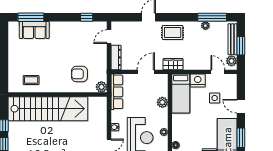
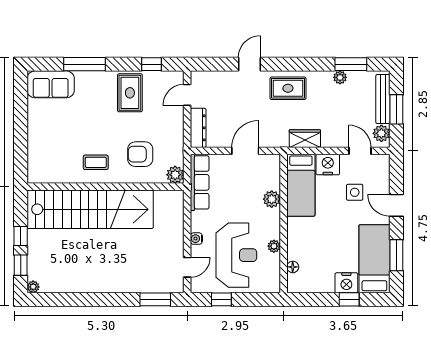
window: (31, 17) -> (84, 64), moved
window: (212, 17) -> (351, 64), width x0.69
sofa: (34, 30) -> (51, 84), moved
rug: (73, 35) -> (130, 93), added
wardrobe: (173, 64) -> (305, 139), moved
coffee table: (31, 80) -> (96, 162), moved

